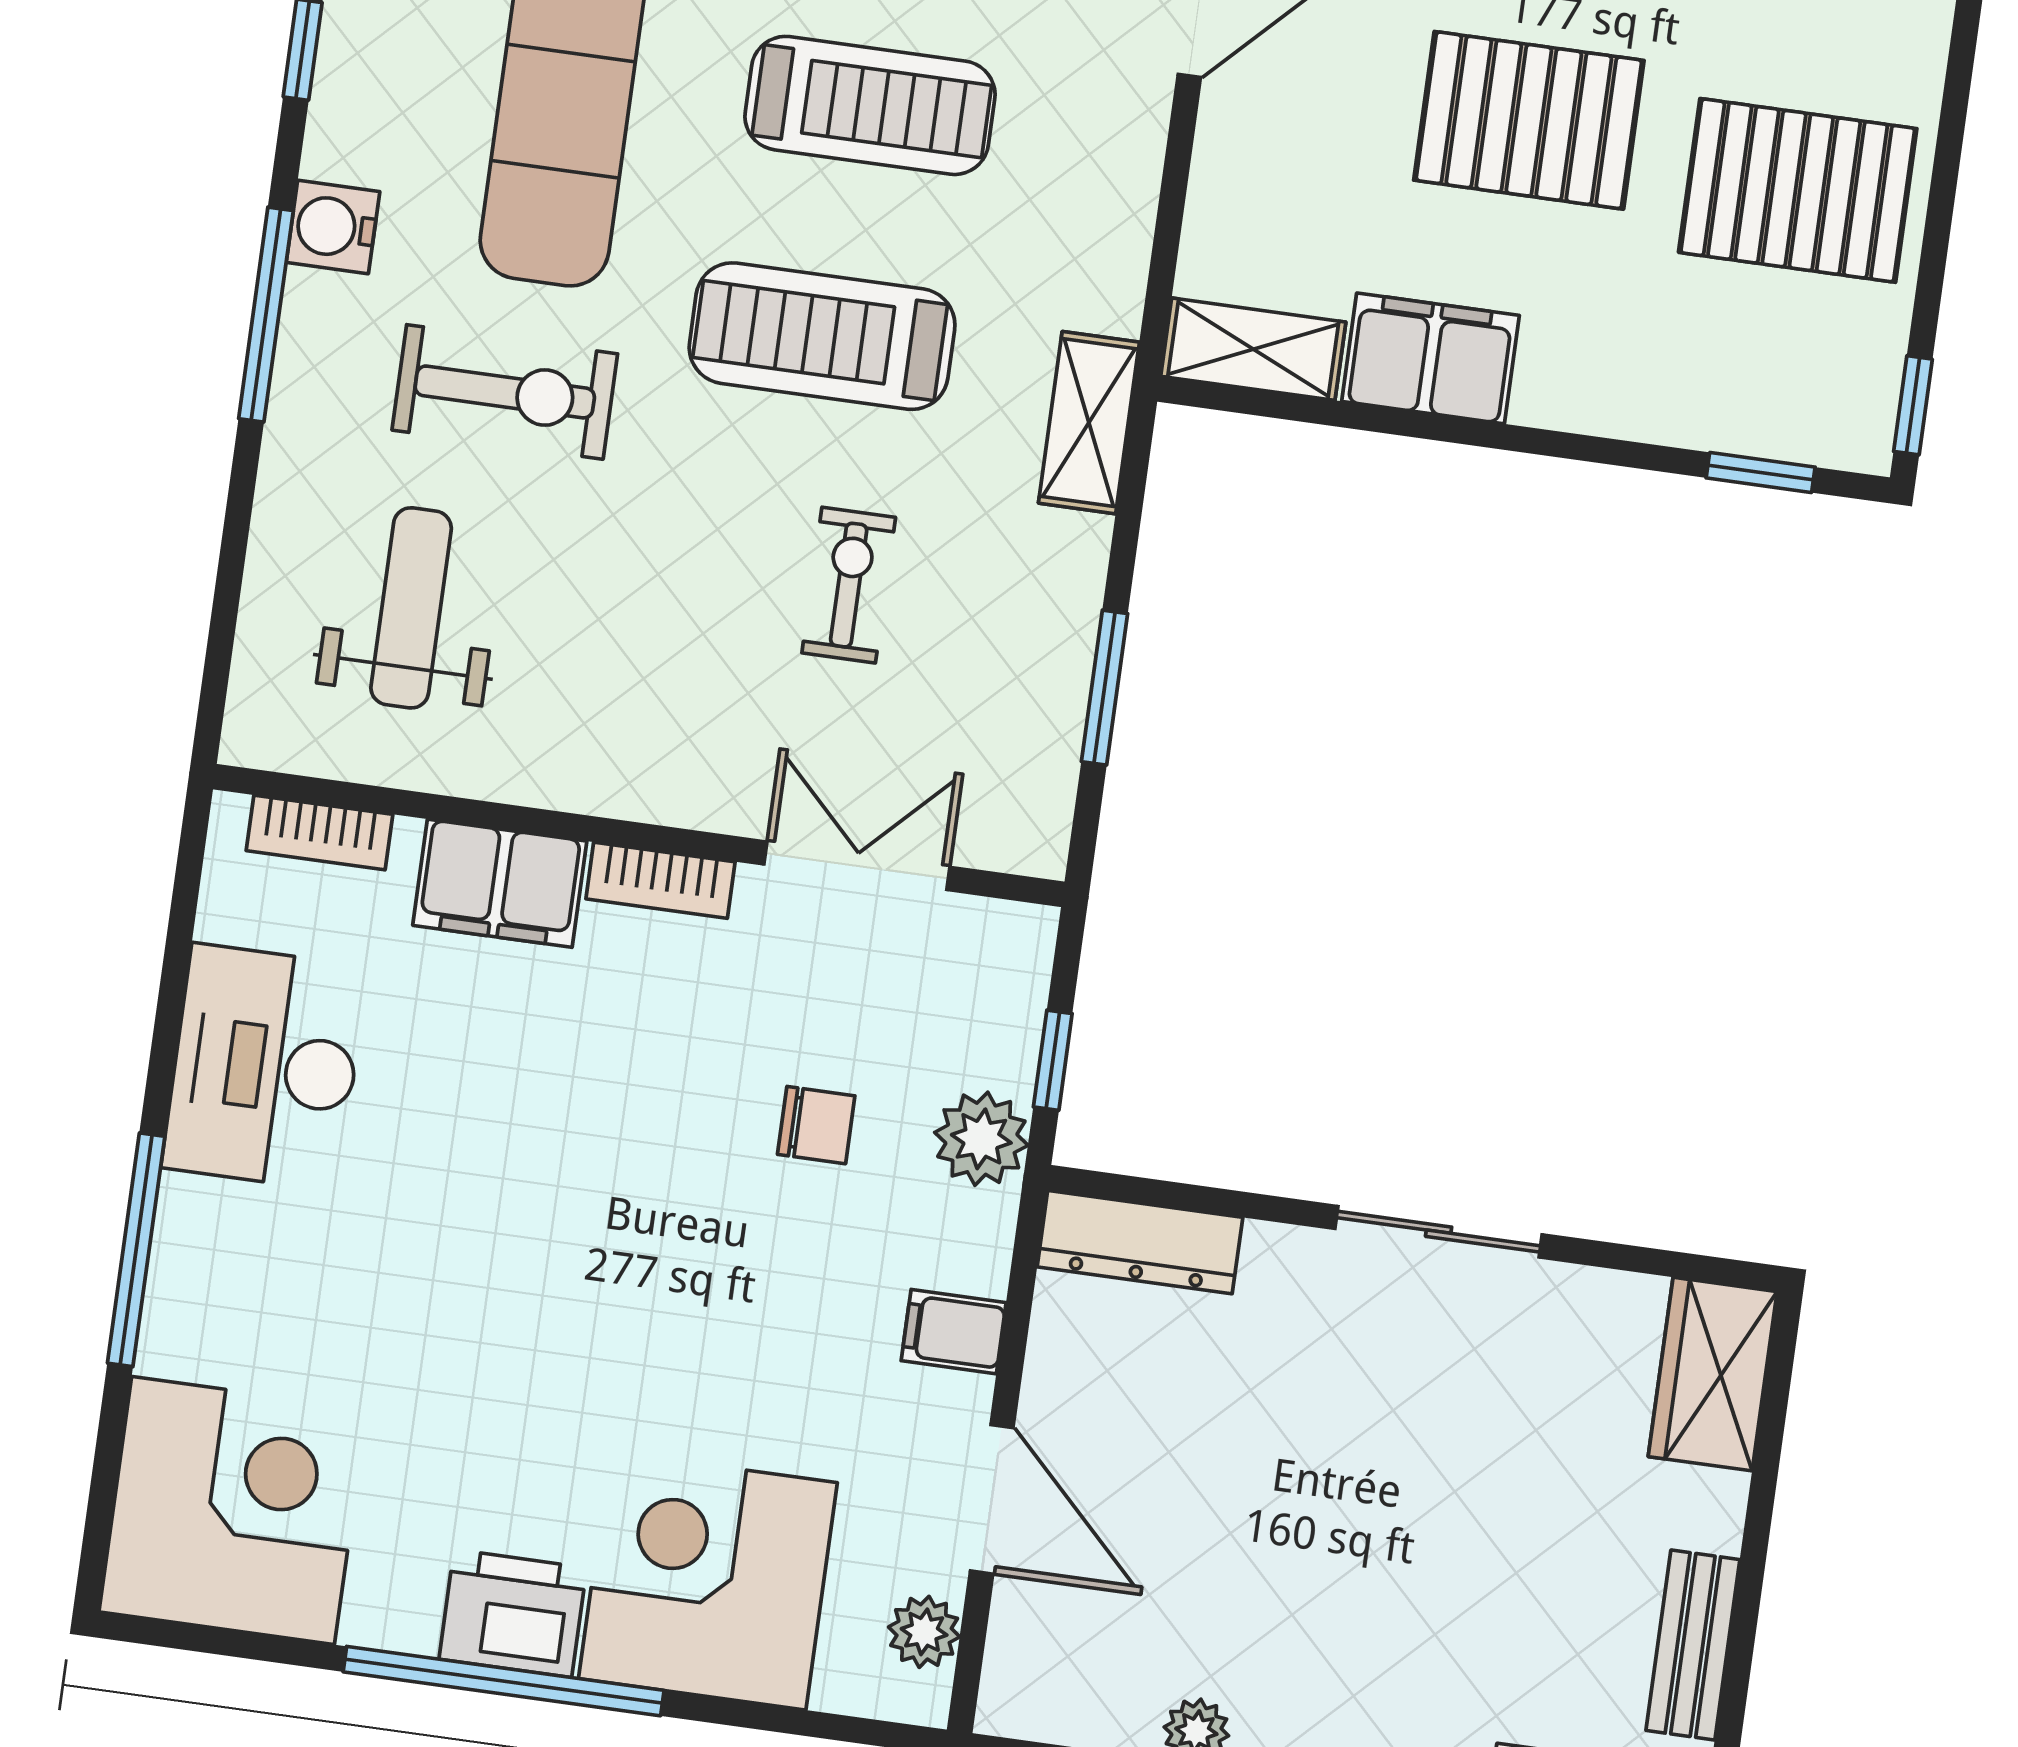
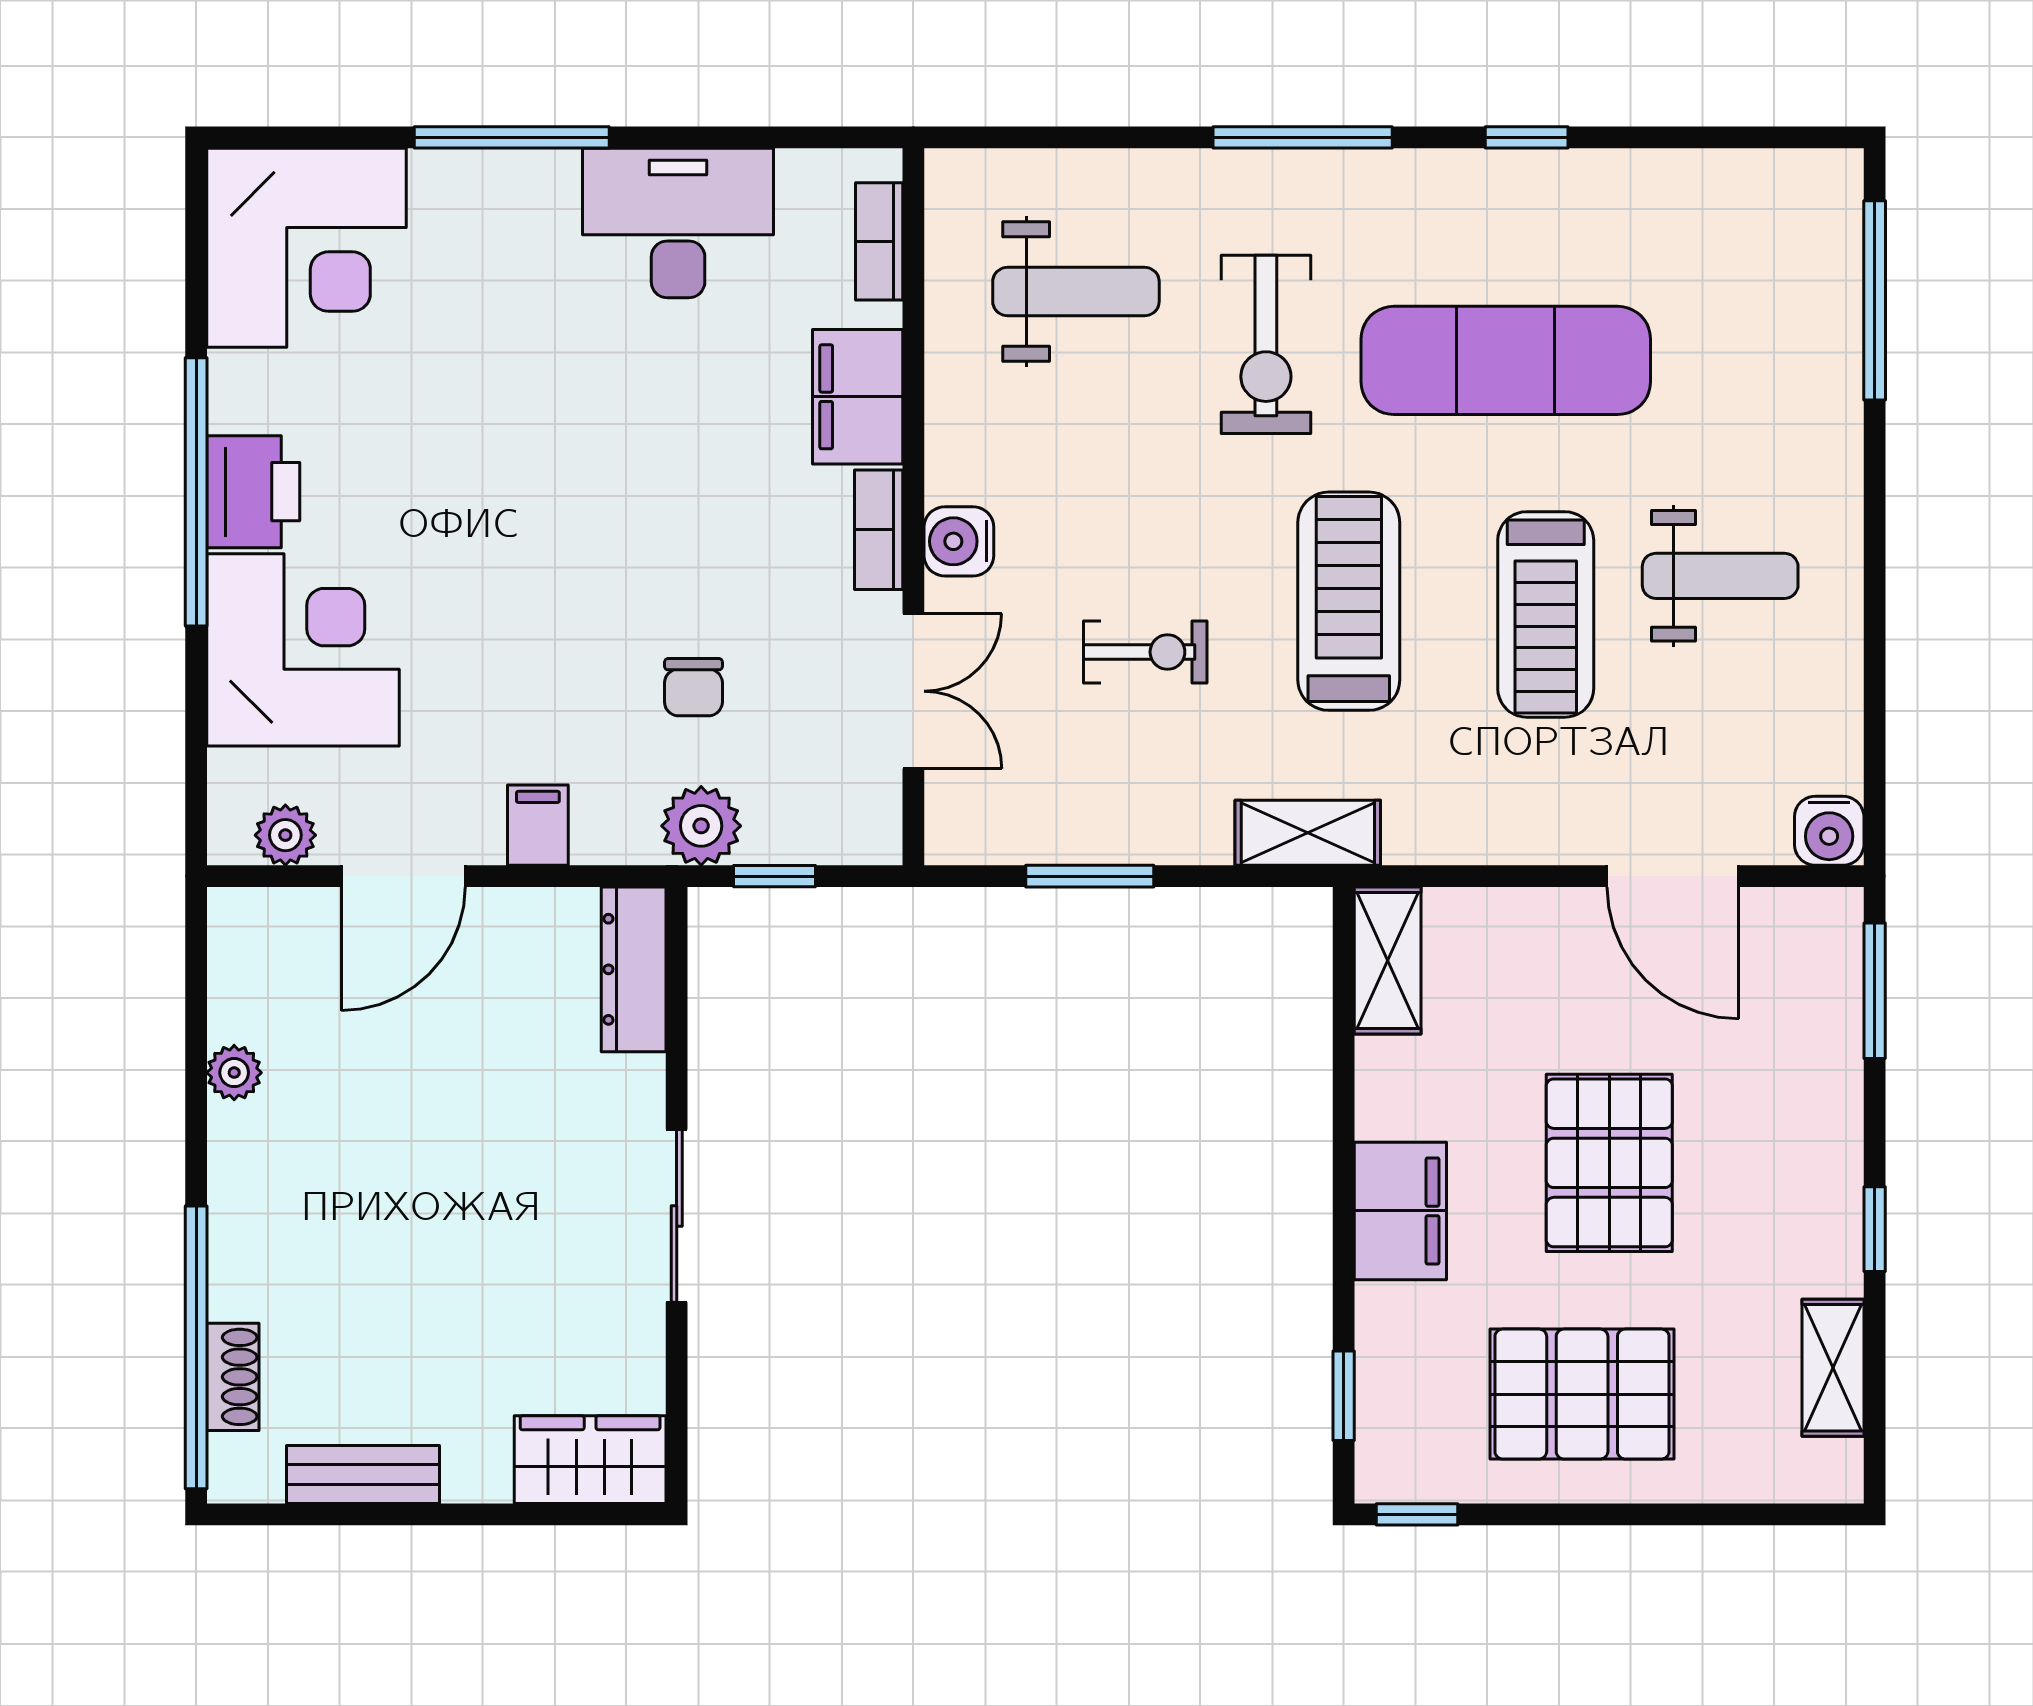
pallet: (1798, 190) -> (1582, 1394), turned 90
water cooler: (333, 227) -> (959, 541), moved, turned -90
filing cabinet: (1431, 358) -> (1400, 1211), moved

